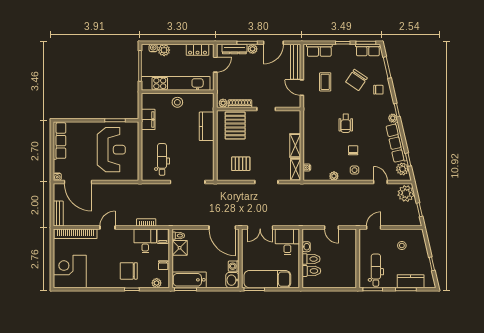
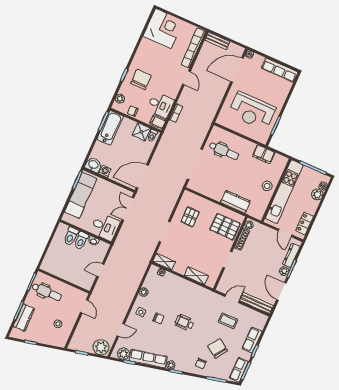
row of seats: (319, 50) -> (252, 340), moved
shelving: (295, 146) -> (196, 276), moved

